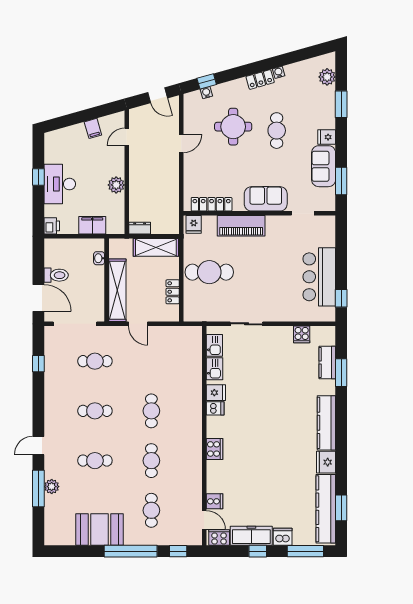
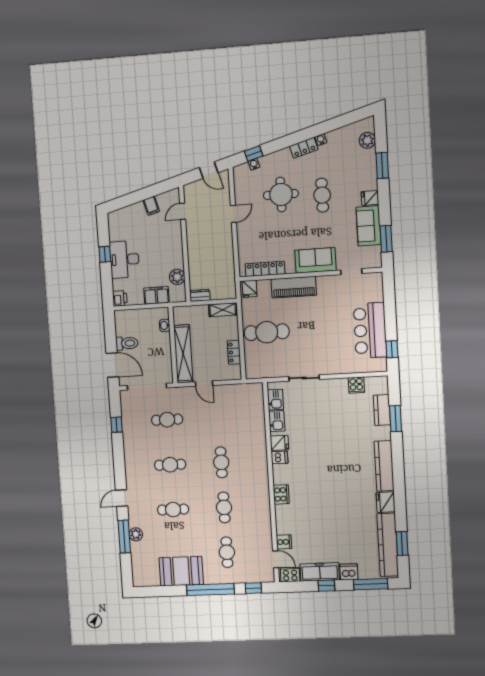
plant: (116, 185) -> (177, 277), moved
shelving: (156, 247) -> (223, 310), width x0.67, depth x0.75

